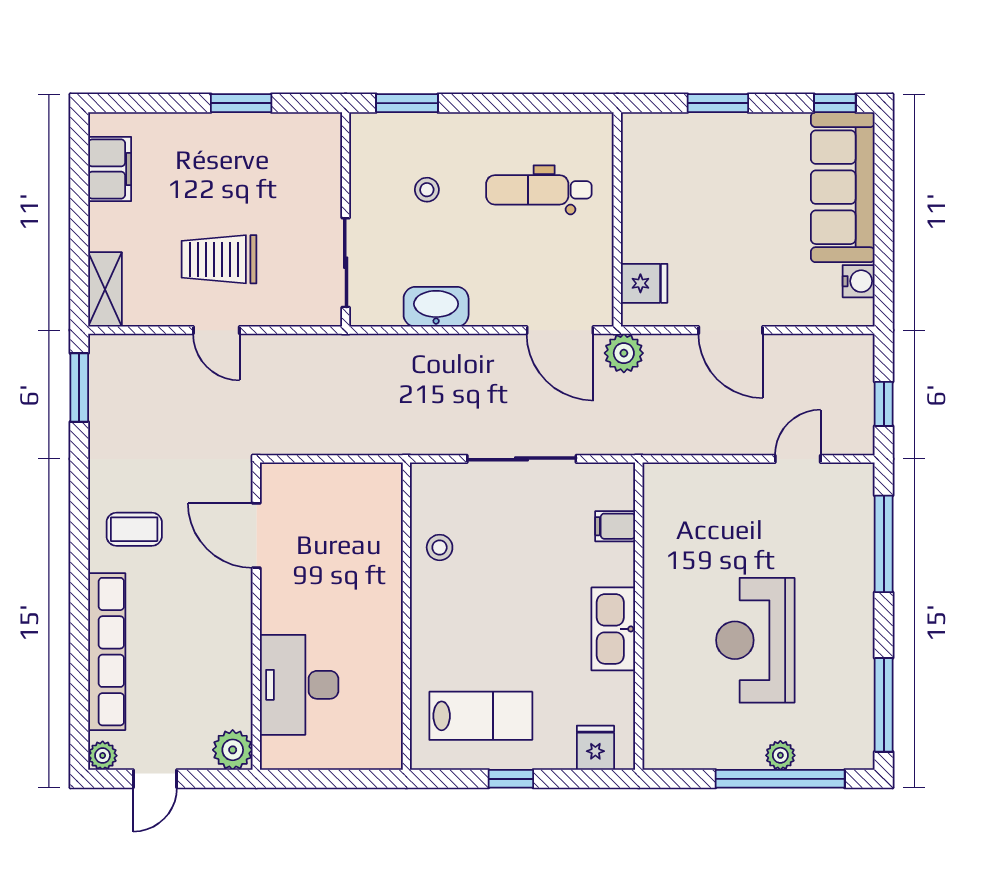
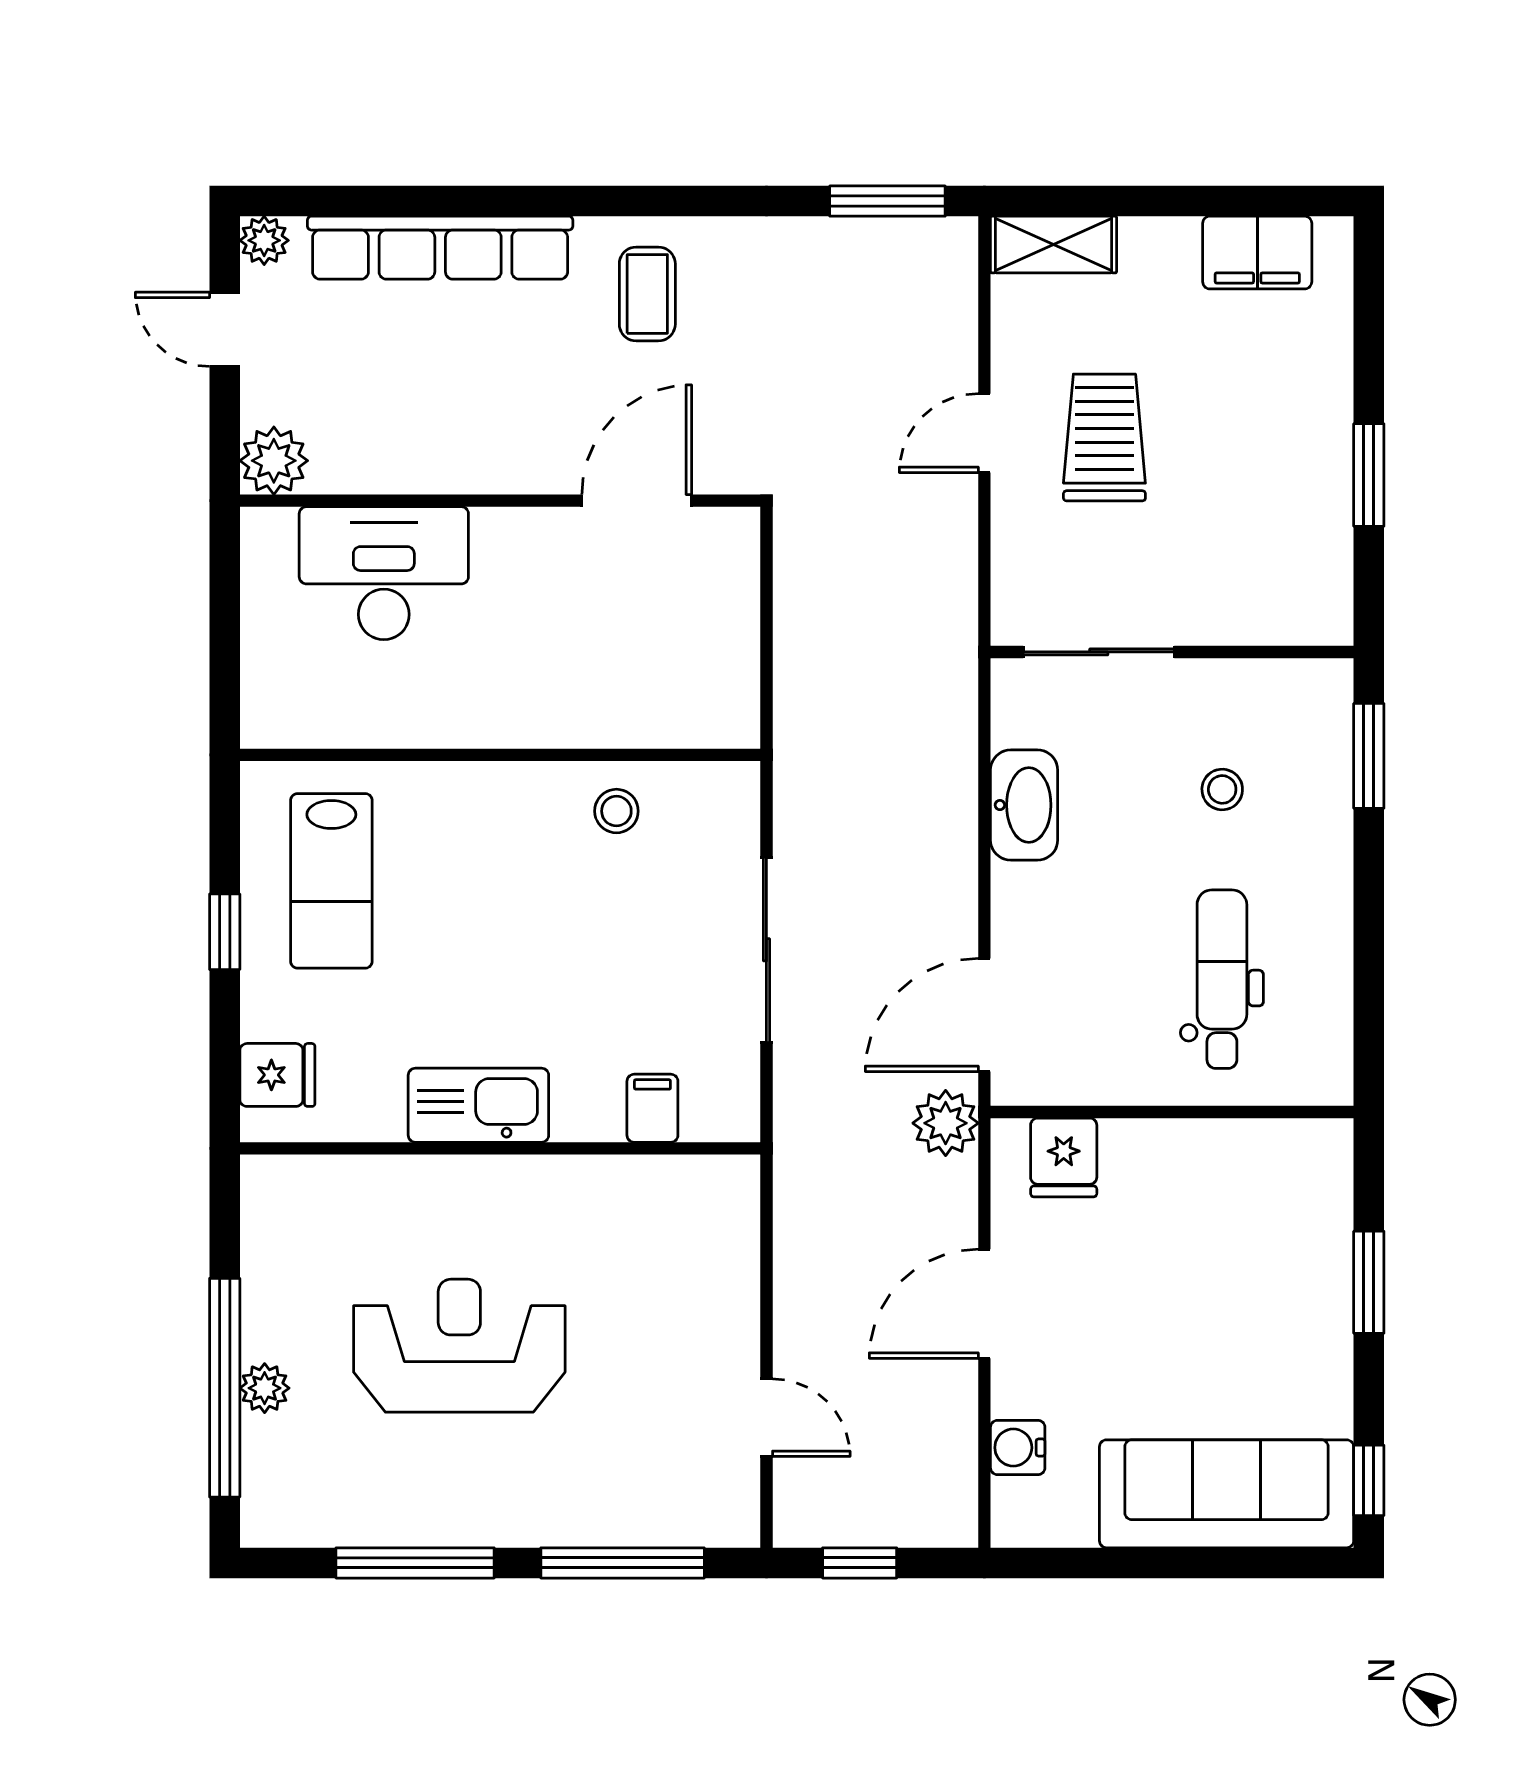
water cooler: (859, 281) -> (1018, 1448), moved, turned 90
window: (884, 705) -> (415, 1563), moved

